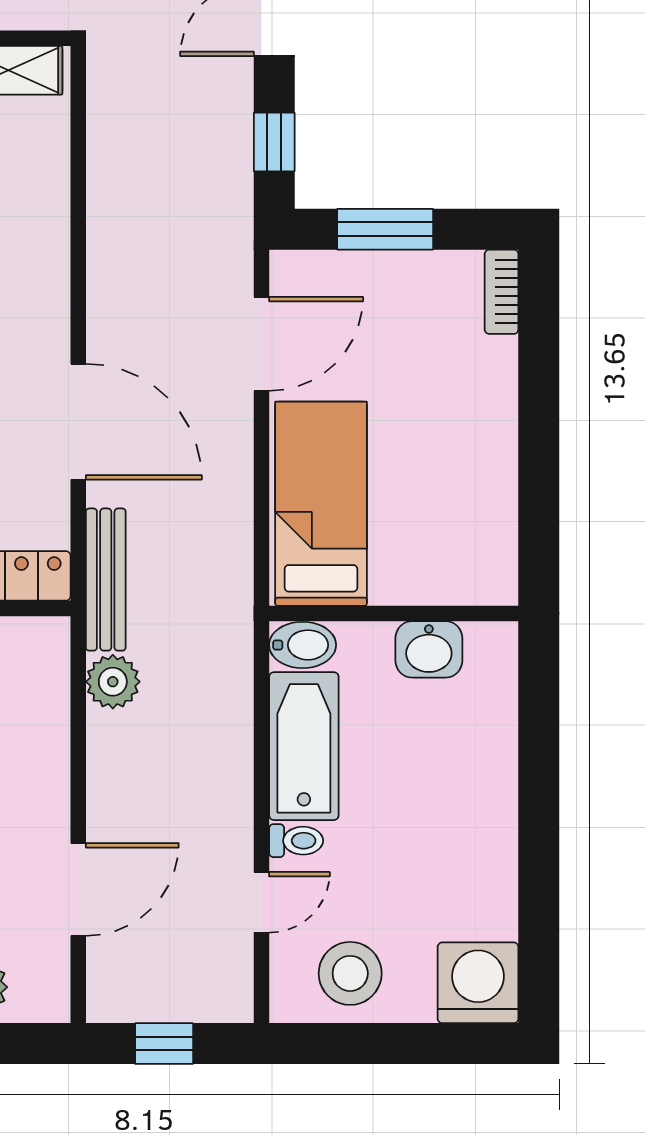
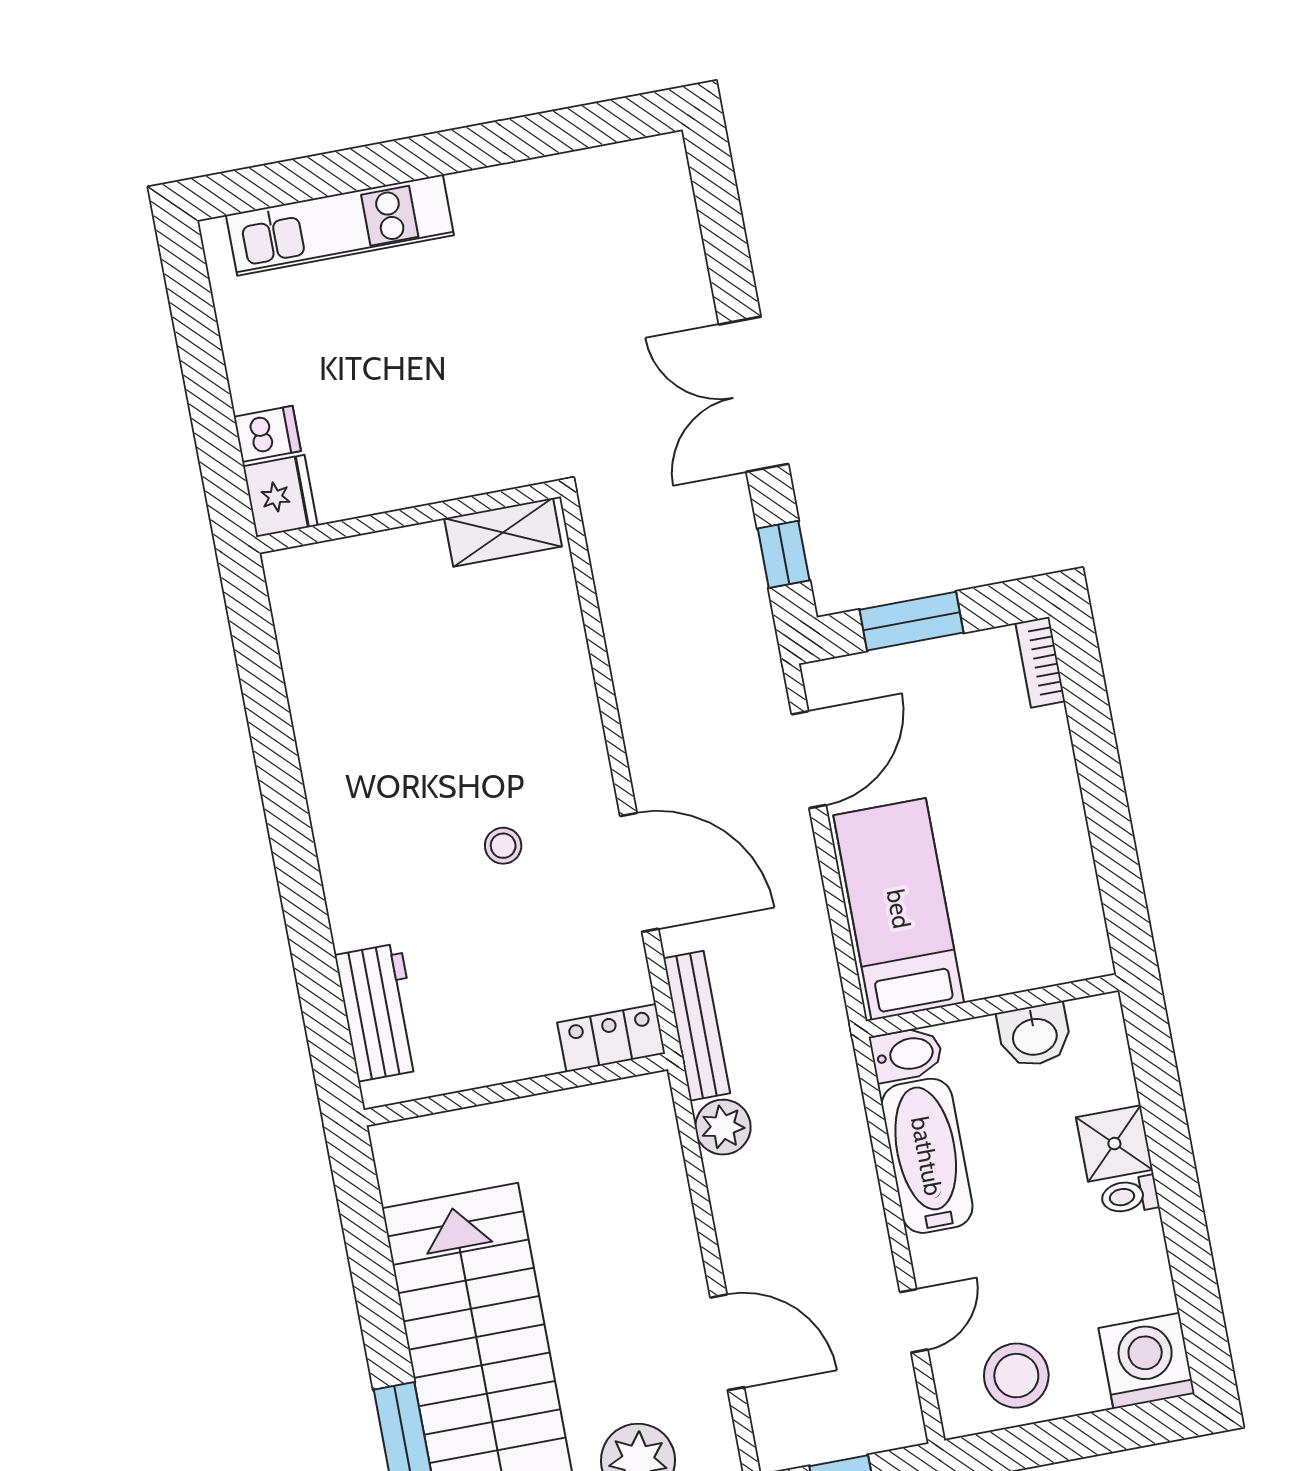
shower: (486, 768) -> (1114, 1144), added
toilet: (296, 841) -> (1130, 1196), moved, turned 180
door: (78, 889) -> (727, 1342), hinge flipped

